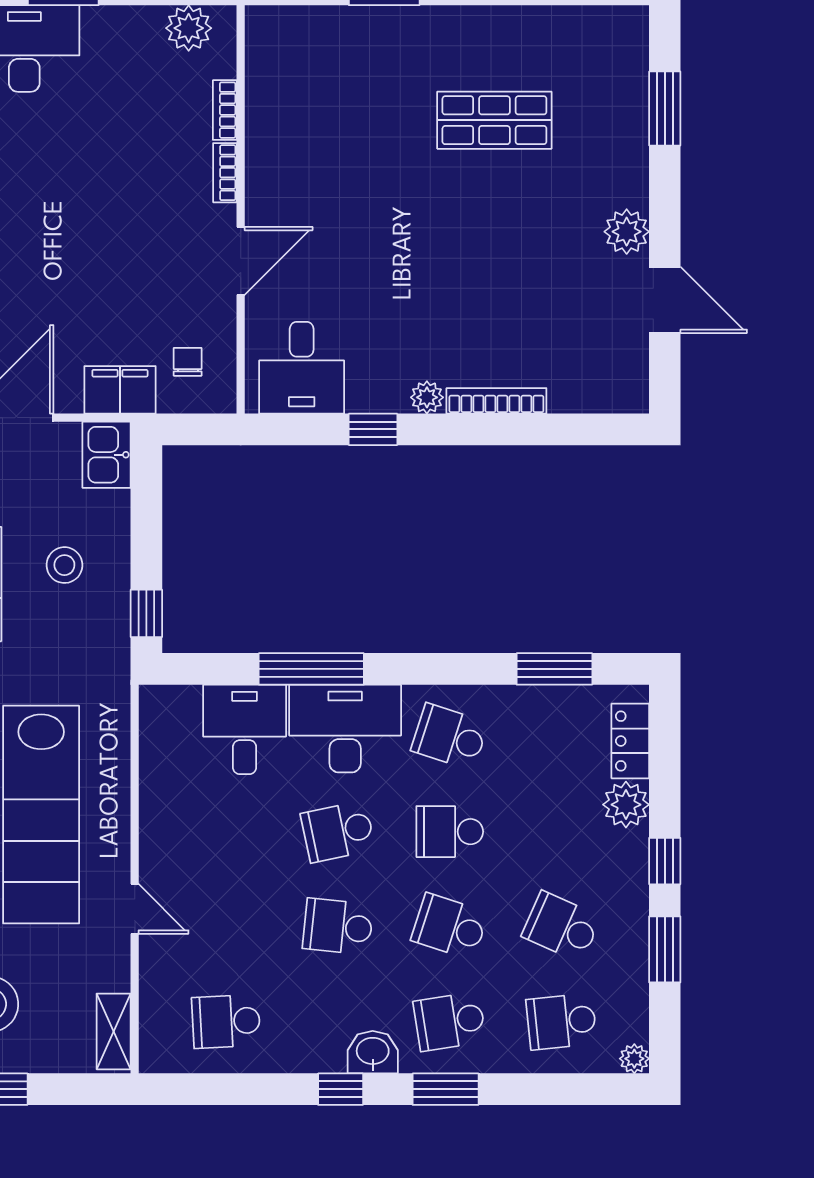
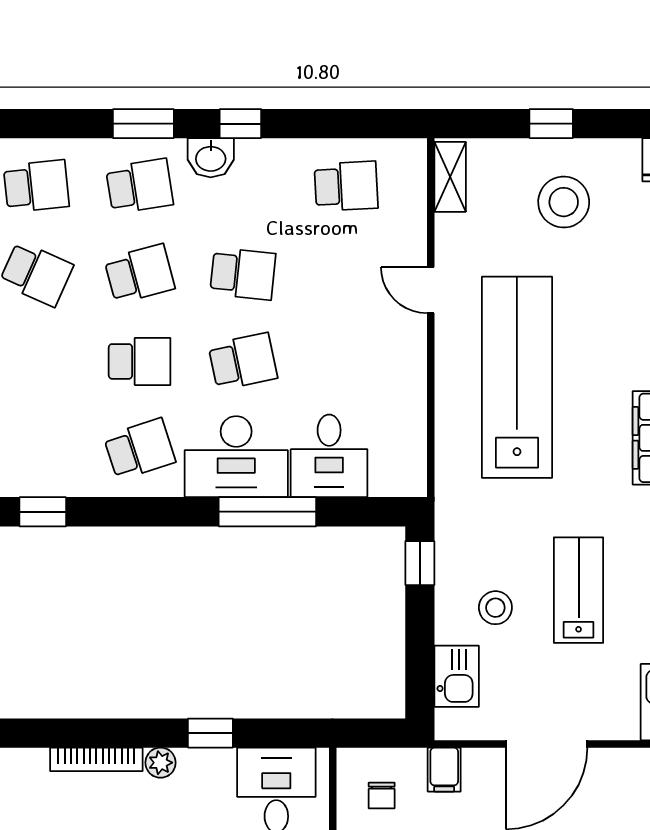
filing cabinet: (120, 390) -> (444, 770), width x0.50
kitchen sink: (107, 455) -> (457, 676), moved
window: (554, 669) -> (43, 512), width x0.67
school desk: (450, 737) -> (140, 449), turned -36
school desk: (450, 927) -> (140, 274), turned -33

